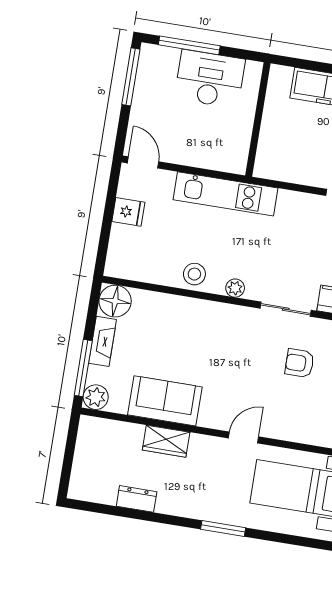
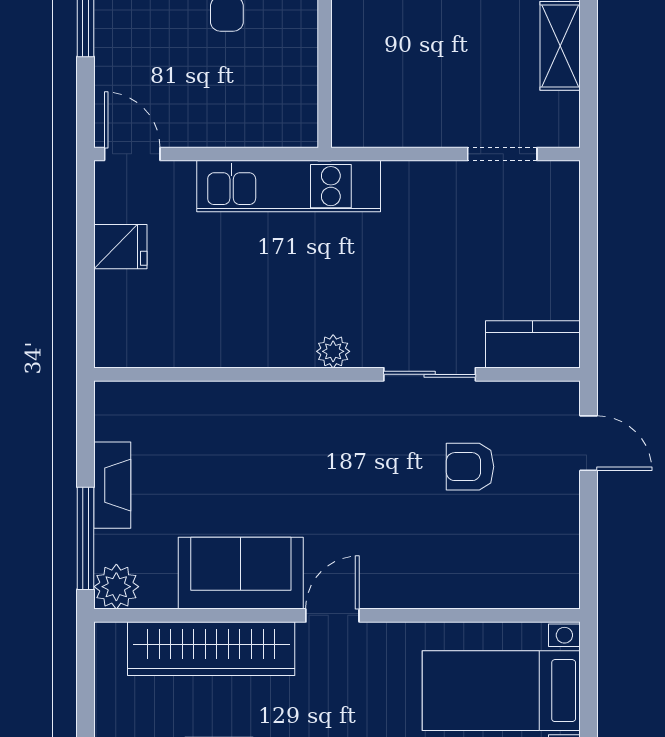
stool: (194, 274) -> (257, 338), removed
floor lamp: (115, 301) -> (123, 410), removed
door: (244, 437) -> (332, 615), moved
wardrobe: (166, 441) -> (211, 649), width x2.10, depth x1.17

